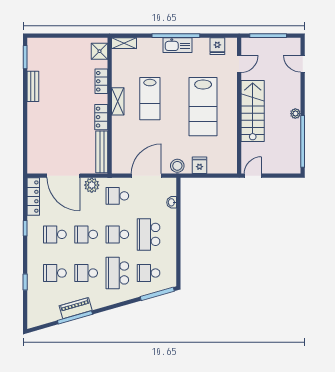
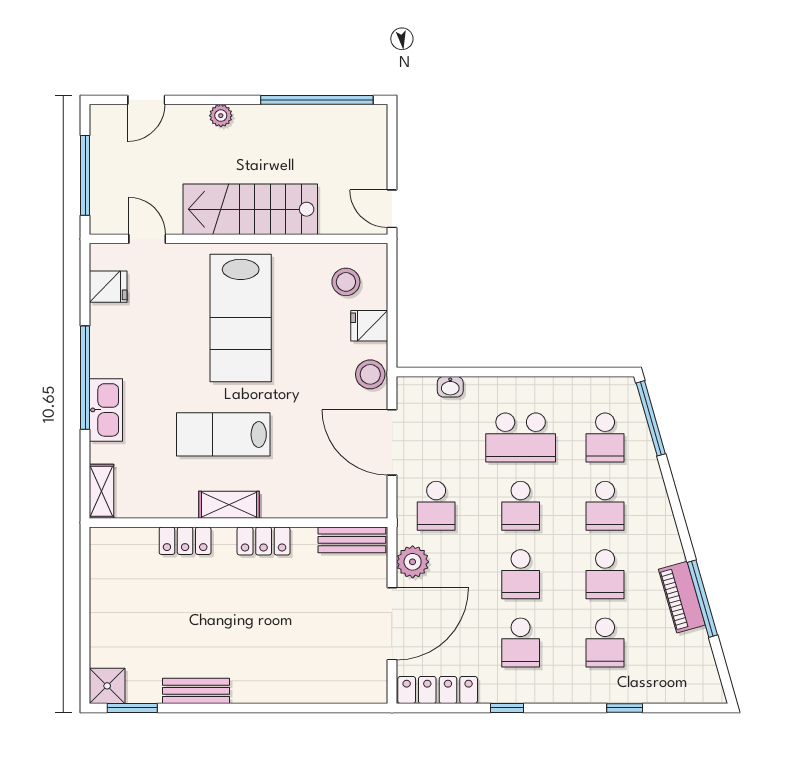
kitchen sink: (177, 45) -> (106, 410), moved
shower: (100, 51) -> (107, 686), moved
lab bench: (150, 99) -> (223, 434), turned 180
lab bench: (203, 107) -> (241, 318), turned 90
plant: (295, 114) -> (221, 116), moved
bench: (102, 152) -> (352, 540), width x0.73
stool: (220, 155) -> (346, 282), added
school desk: (117, 273) -> (605, 506), width x0.54

